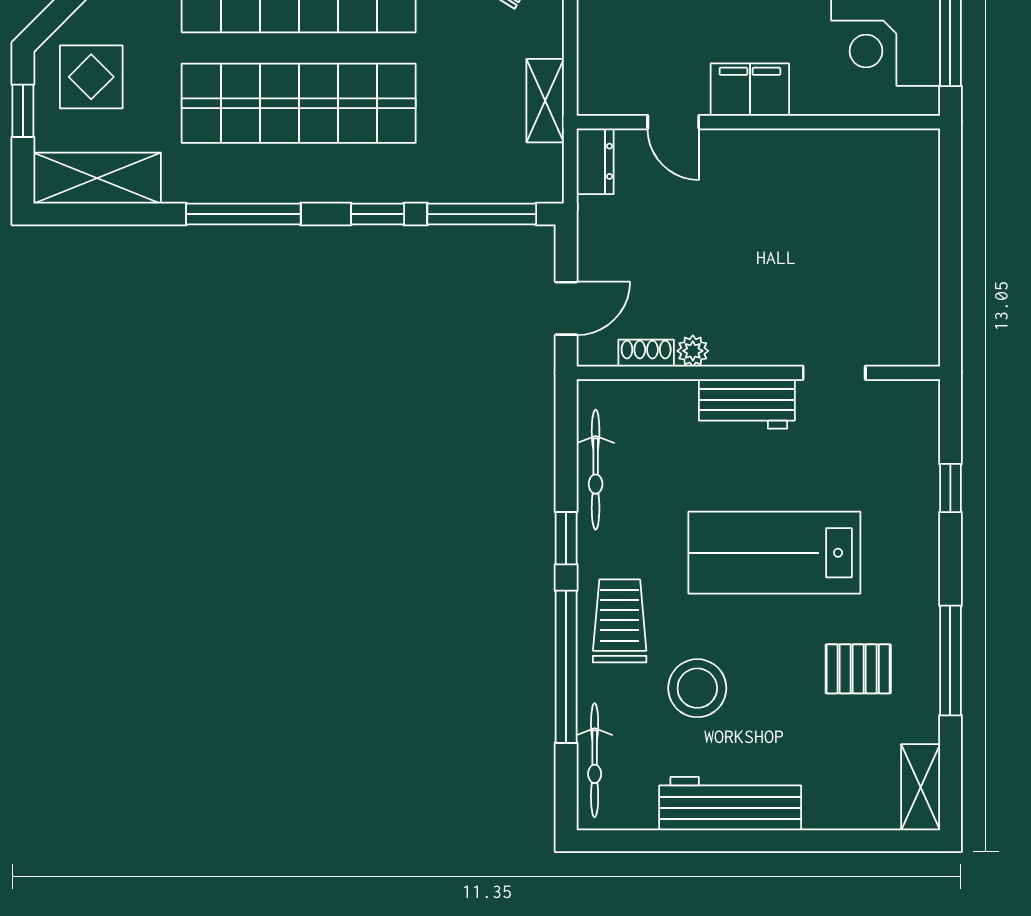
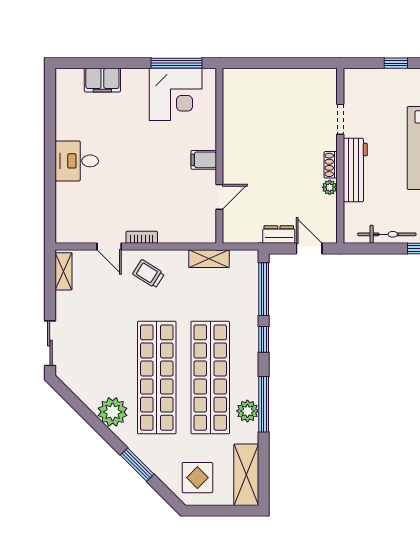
filing cabinet: (750, 90) -> (204, 160), width x0.50
window: (23, 111) -> (214, 511), removed
dresser: (595, 161) -> (279, 235), moved
plant: (229, 180) -> (247, 411), added
shoe rack: (646, 353) -> (331, 165), moved
workbench: (747, 404) -> (355, 170), width x1.38

